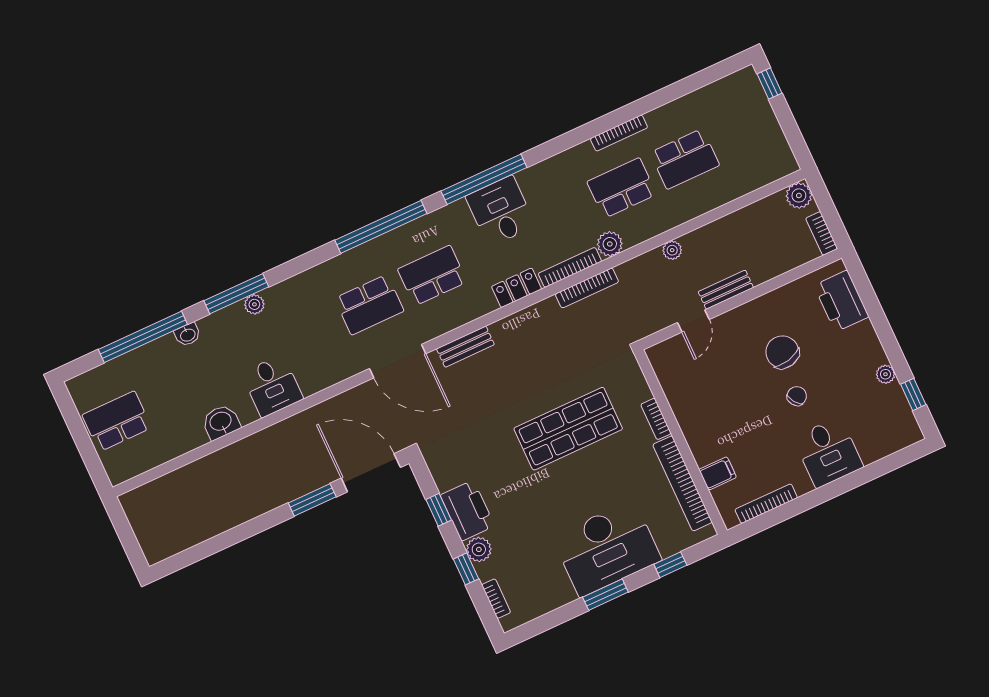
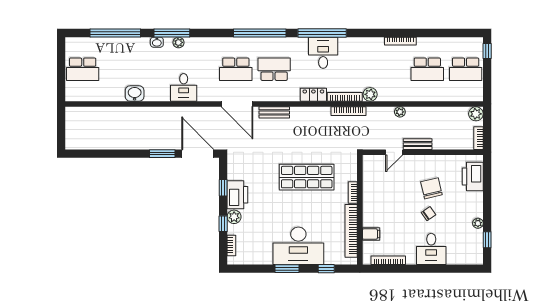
school desk: (622, 188) -> (466, 69), moved, turned 180
washbasin: (188, 335) -> (157, 42), moved
desk: (272, 386) -> (184, 87), moved
school desk: (117, 421) -> (83, 69), turned 180

